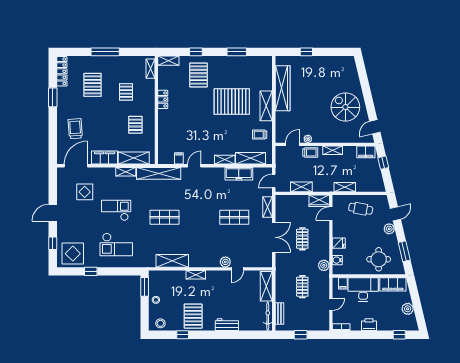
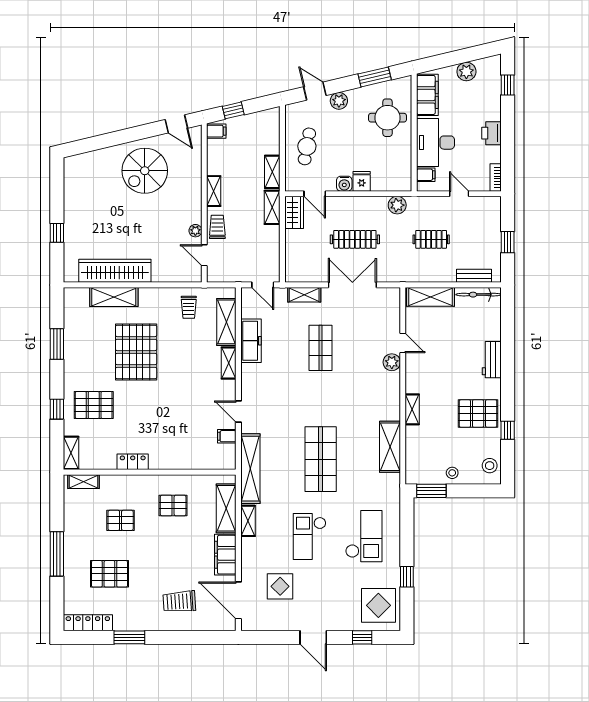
shelving: (266, 106) -> (114, 297), moved
filing cabinet: (366, 152) -> (216, 131), width x0.50
shelving: (301, 187) -> (272, 207), moved
shop shelf: (165, 217) -> (321, 459), width x1.43, depth x1.36
clothes rail: (302, 239) -> (355, 239), width x1.36
water cooler: (337, 260) -> (344, 184), moved

